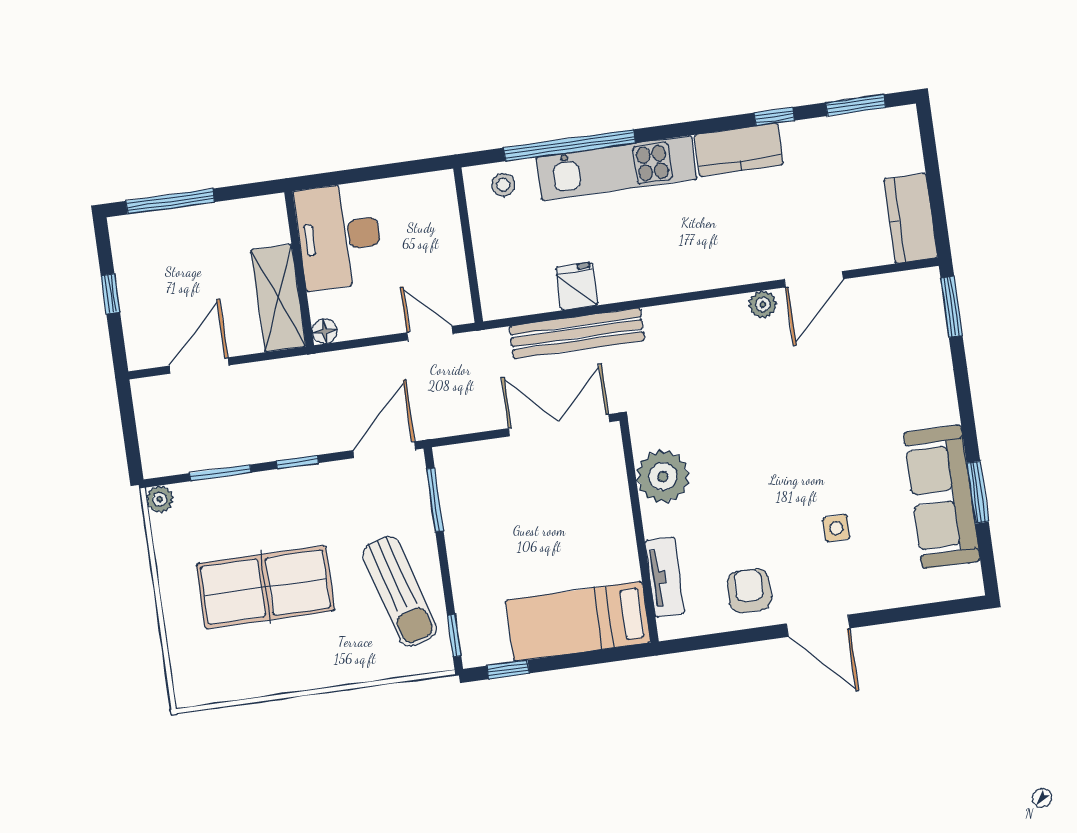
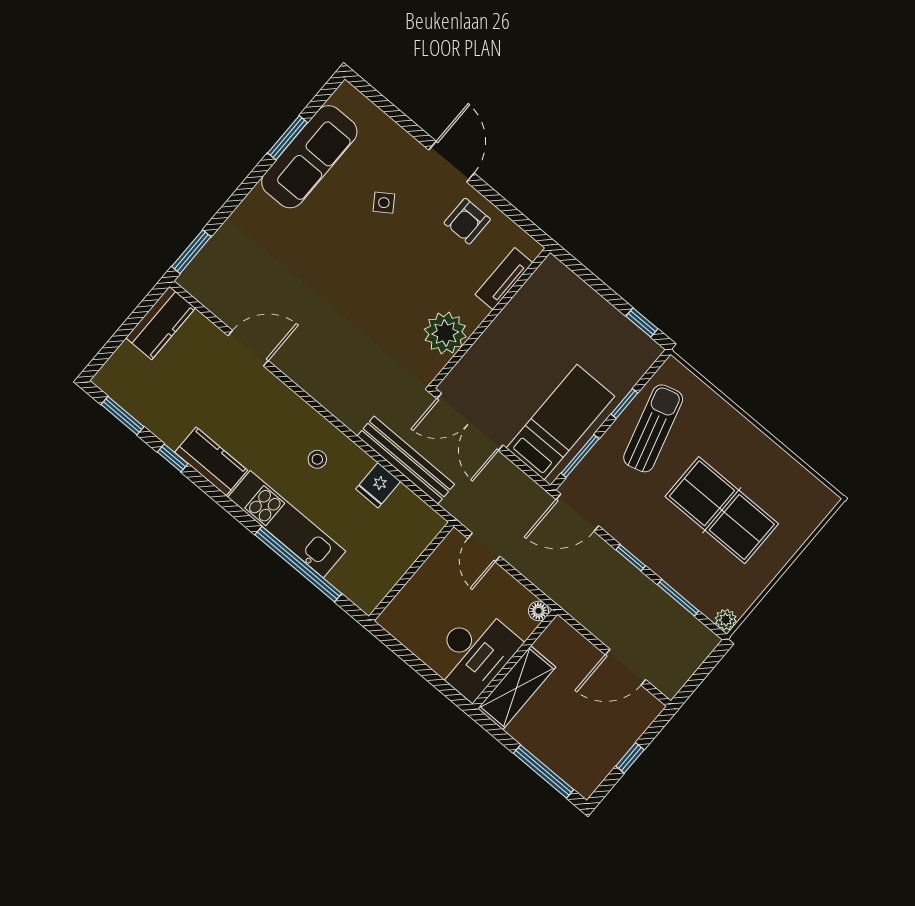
stool: (503, 185) -> (317, 459), moved
shelving: (278, 298) -> (517, 688), moved
plant: (763, 304) -> (290, 365), removed
side table: (836, 528) -> (384, 203), turned -34
bed: (578, 621) -> (561, 422), moved, turned -90
window: (454, 636) -> (624, 403), moved

